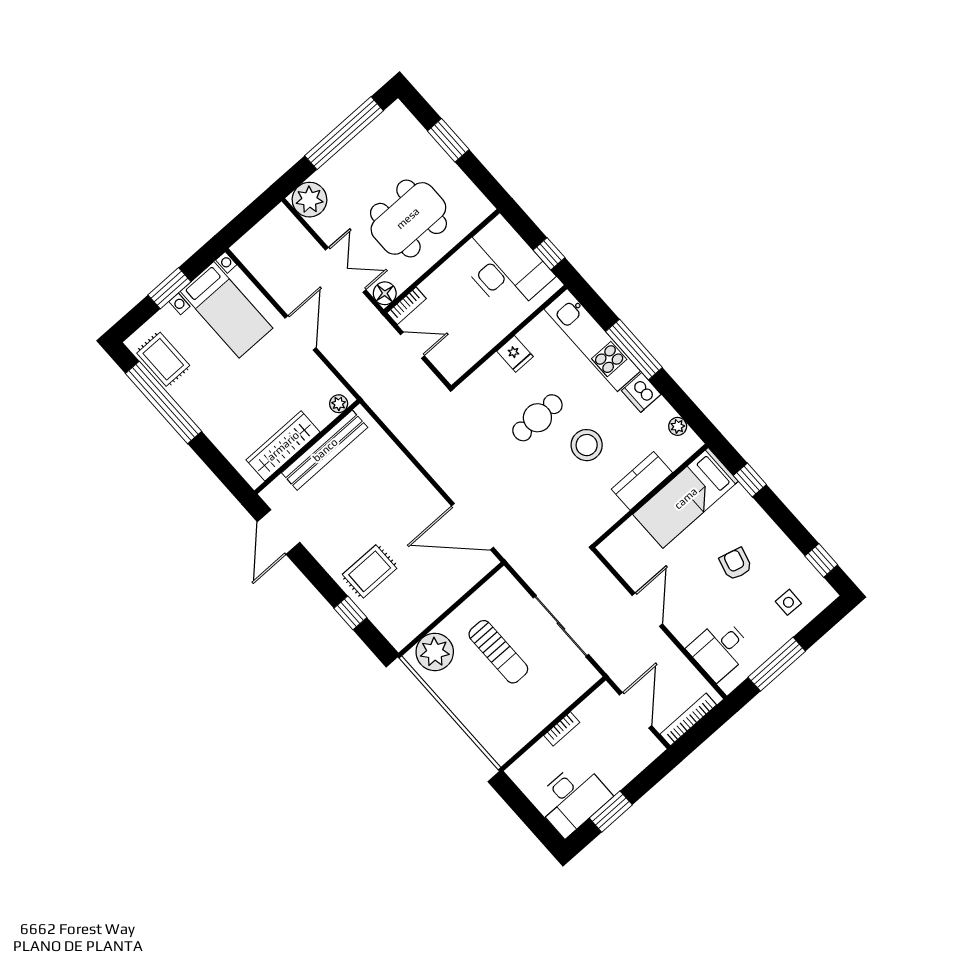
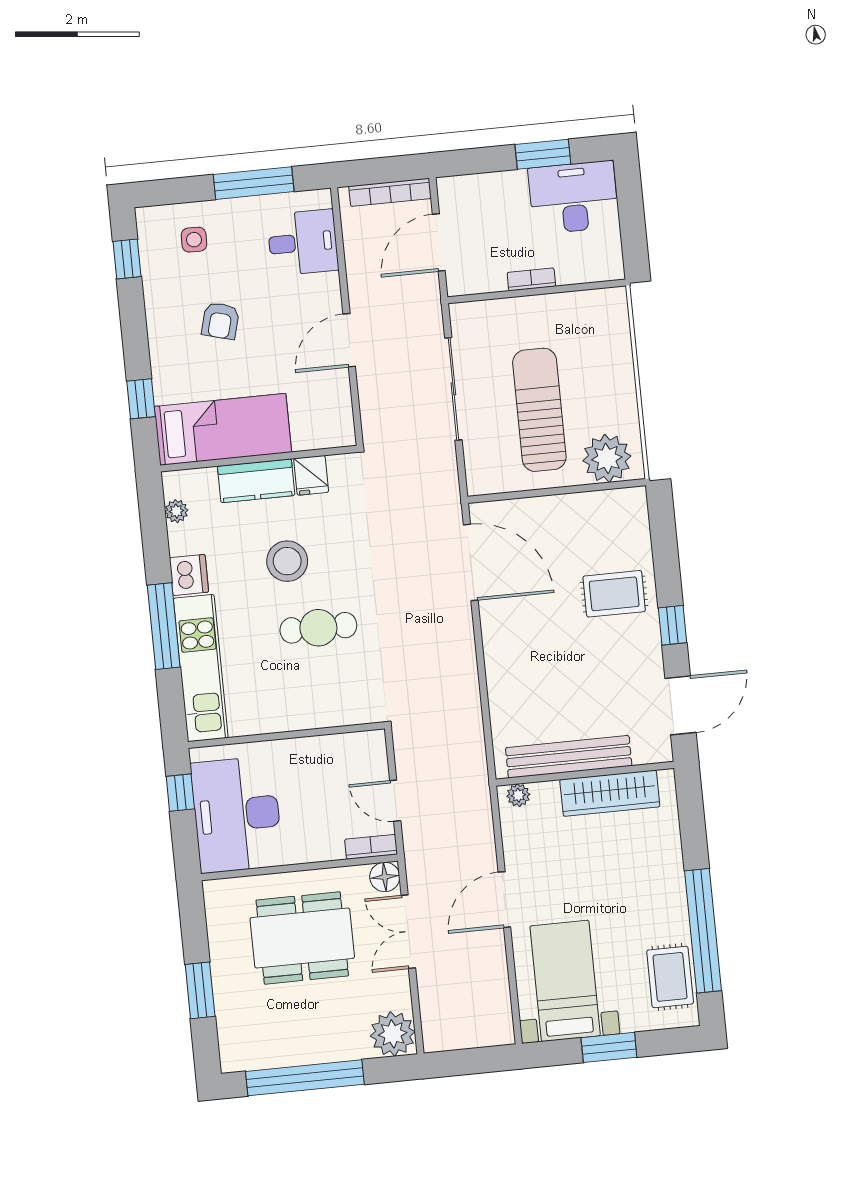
fridge: (515, 354) -> (311, 475), moved, turned 180
window: (350, 613) -> (672, 625), moved
sun lounger: (498, 652) -> (539, 410), width x1.36, depth x1.34

